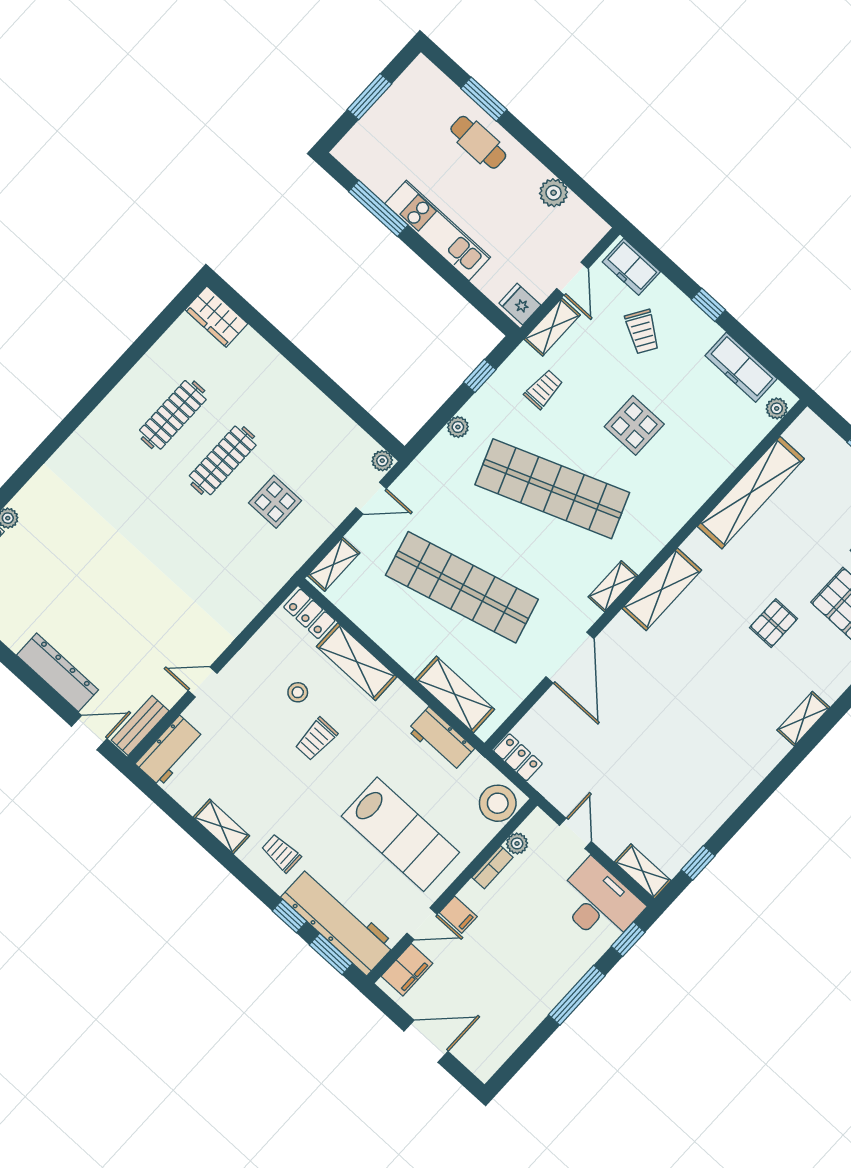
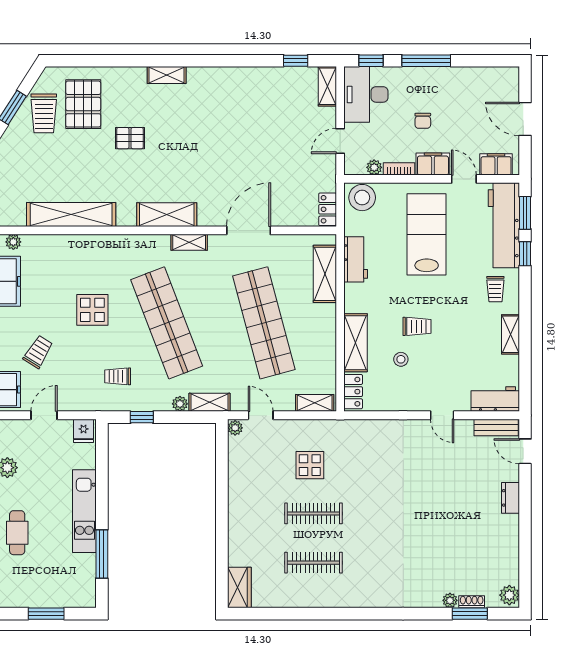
shelving: (552, 327) -> (209, 402), moved
dresser: (57, 672) -> (511, 498), width x0.51, depth x0.80
filing cabinet: (458, 915) -> (433, 164), width x2.00
chair: (519, 936) -> (423, 121), added

